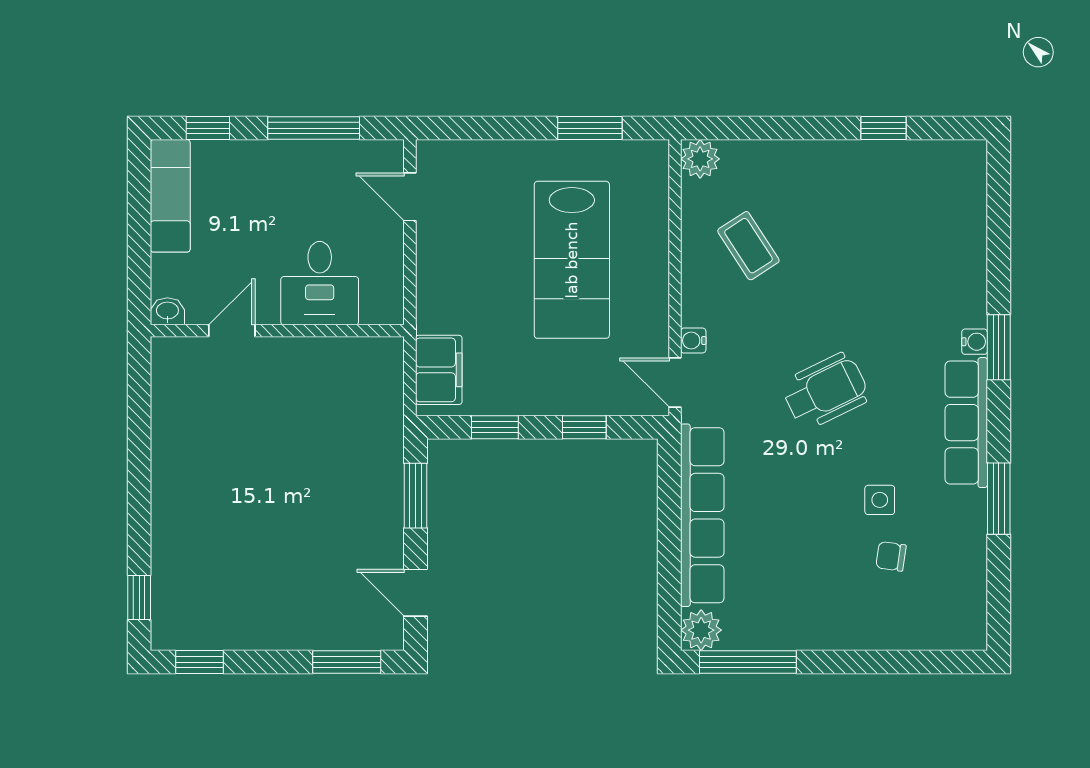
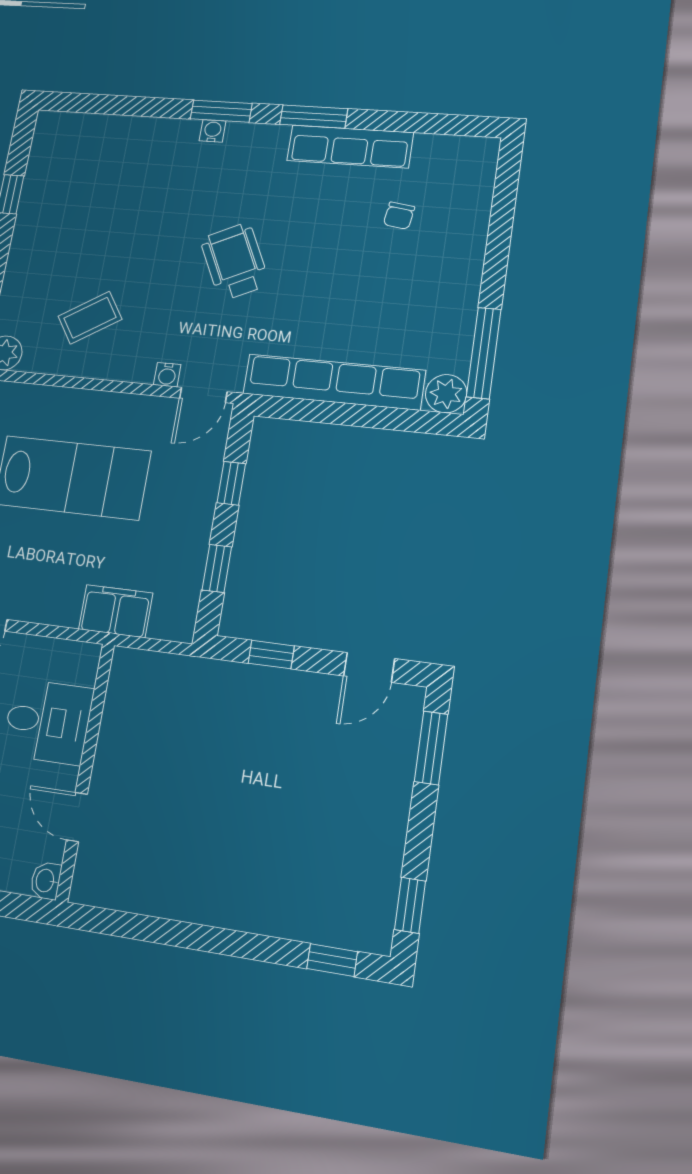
filing cabinet: (439, 370) -> (116, 611), moved
row of seats: (966, 423) -> (350, 147), moved
window: (416, 496) -> (271, 655), width x0.67
window: (999, 499) -> (314, 117), moved
side table: (880, 500) -> (344, 222), removed

